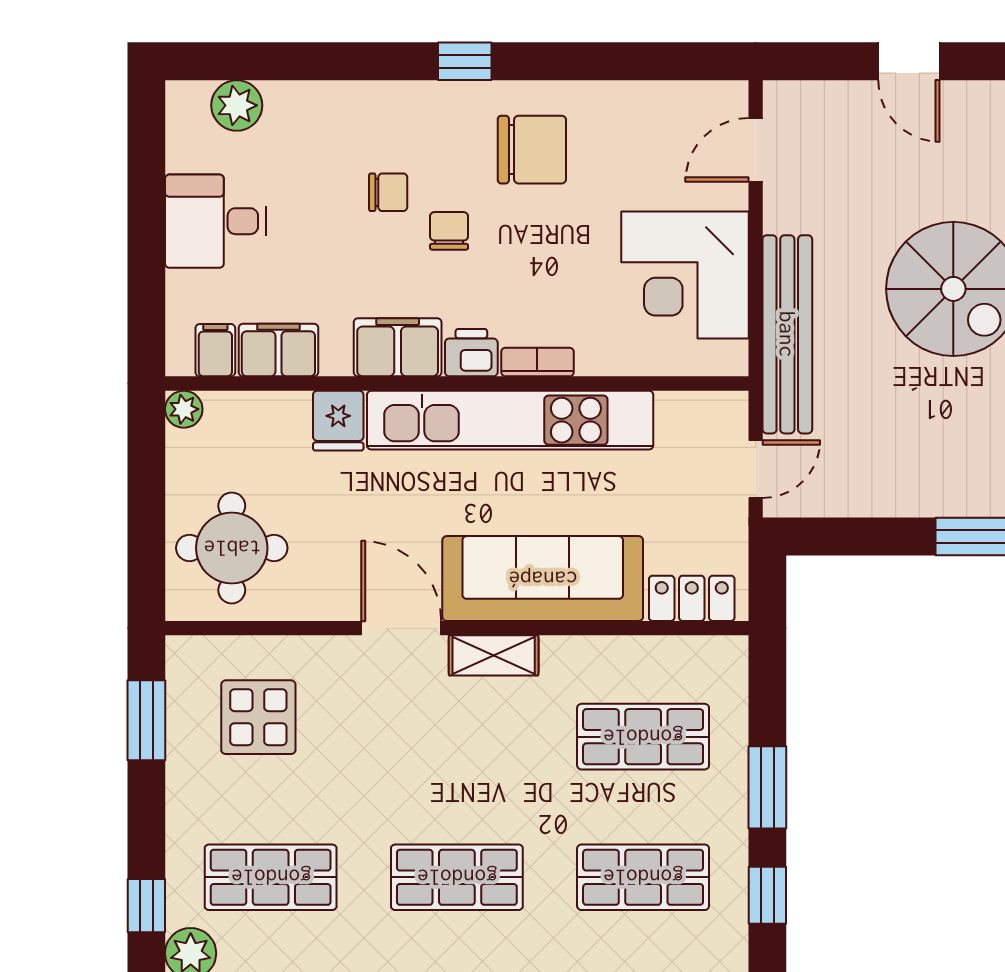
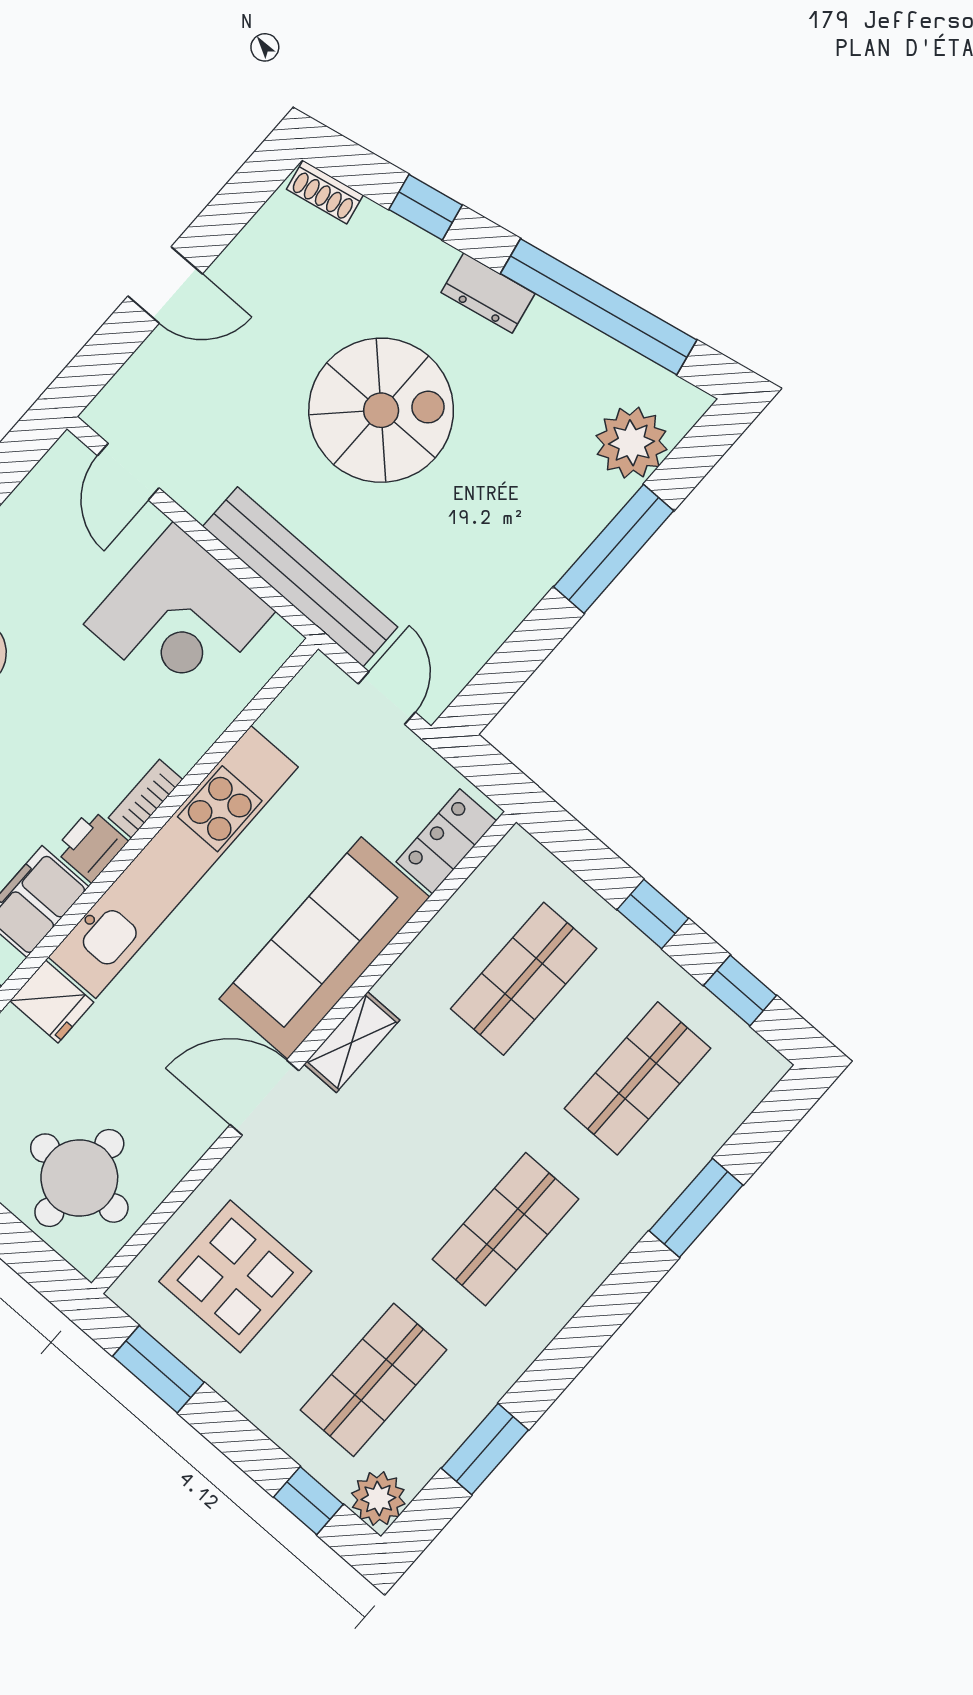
display table: (258, 717) -> (235, 1276), width x1.36, depth x1.36
window: (767, 787) -> (653, 914), width x0.67

